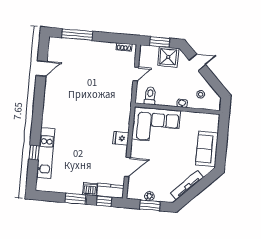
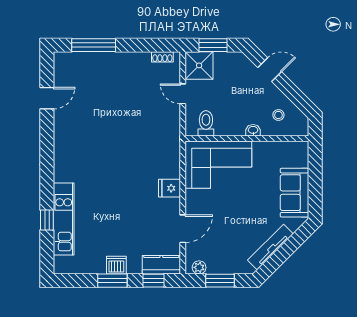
shower: (168, 57) -> (199, 65), moved
door: (136, 74) -> (183, 94), swing flipped
dishwasher: (90, 189) -> (116, 265), moved
plant: (150, 196) -> (199, 267), moved

